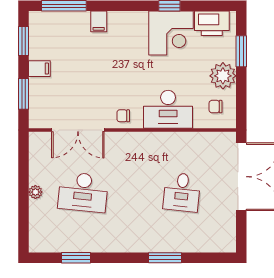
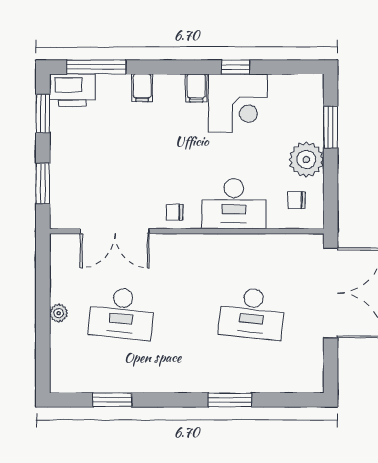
printer: (212, 23) -> (72, 90), moved
filing cabinet: (39, 69) -> (196, 88), moved, turned 90
desk: (182, 192) -> (252, 313), width x1.37

